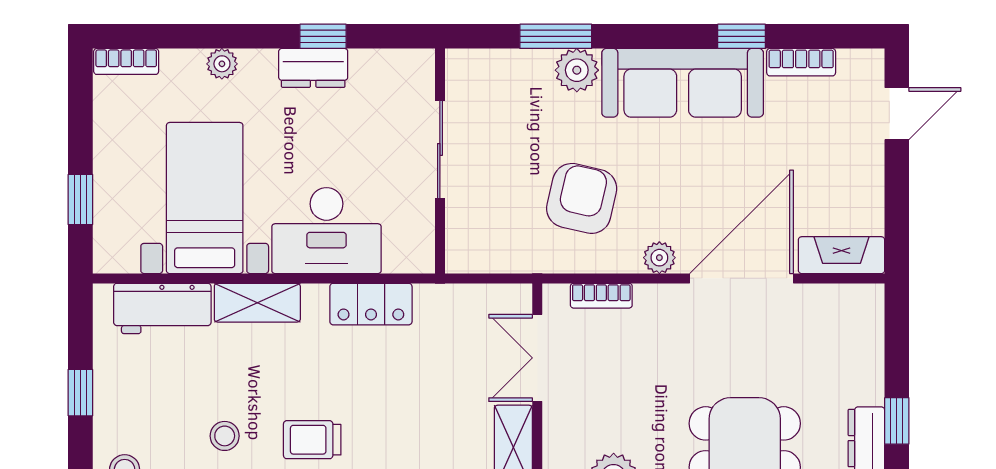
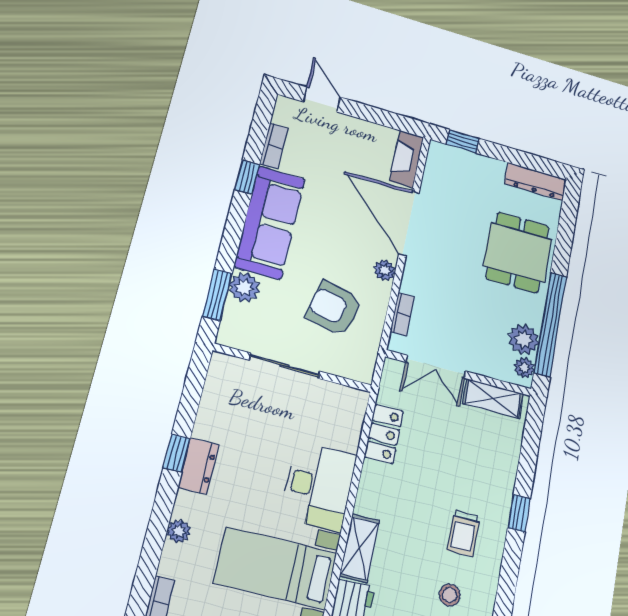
sliding door: (440, 149) -> (285, 366), moved
wall: (440, 161) -> (293, 368), moved
locker: (371, 304) -> (384, 434), moved
window: (897, 421) -> (463, 141), moved

